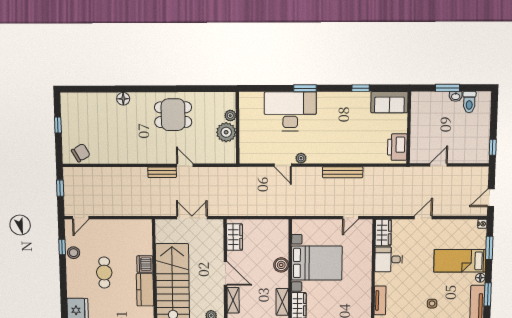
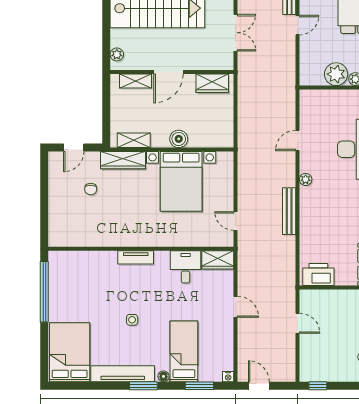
plant: (301, 158) -> (306, 179), moved

